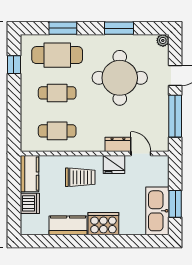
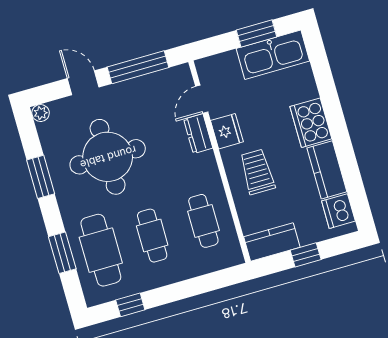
window: (14, 194) -> (306, 255), added
dishwasher: (30, 203) -> (338, 211), moved, turned -90

